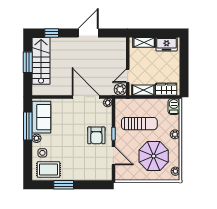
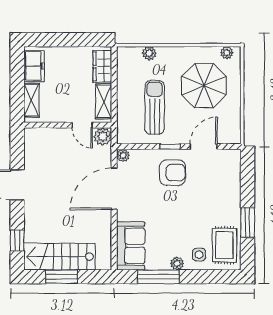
barbecue: (174, 107) -> (129, 55), removed
sofa: (41, 117) -> (131, 246), moved, turned 90
plant: (175, 134) -> (149, 53), moved

